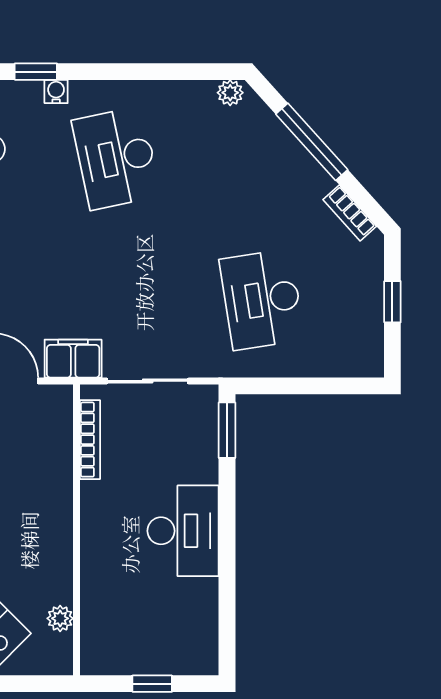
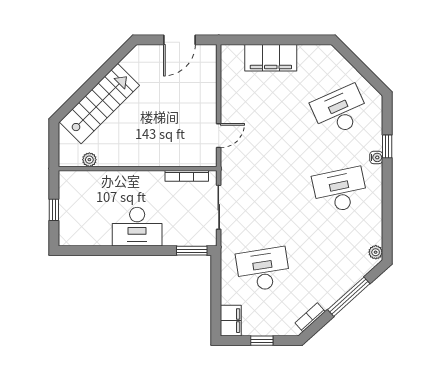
filing cabinet: (73, 359) -> (231, 321), moved

